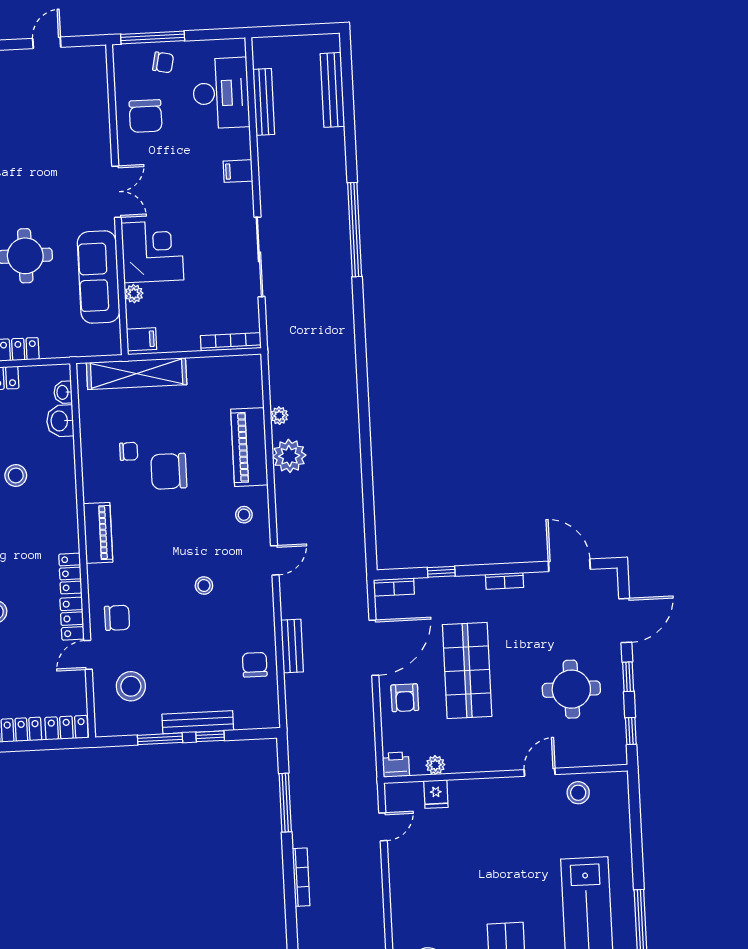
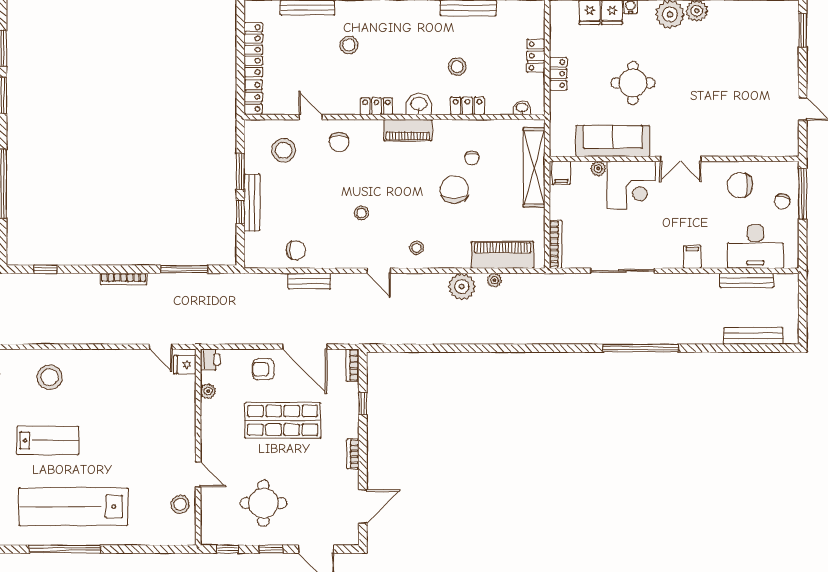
washbasin: (60, 421) -> (419, 104), moved
piano: (249, 447) -> (503, 255), moved
locker: (72, 619) -> (467, 106), moved
fridge: (436, 794) -> (185, 365), moved

